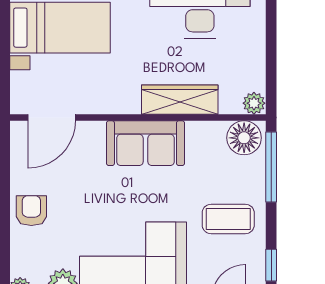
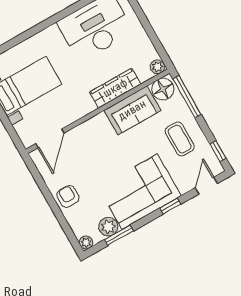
sofa: (145, 143) -> (132, 110), moved
coffee table: (228, 219) -> (180, 139), turned 90

